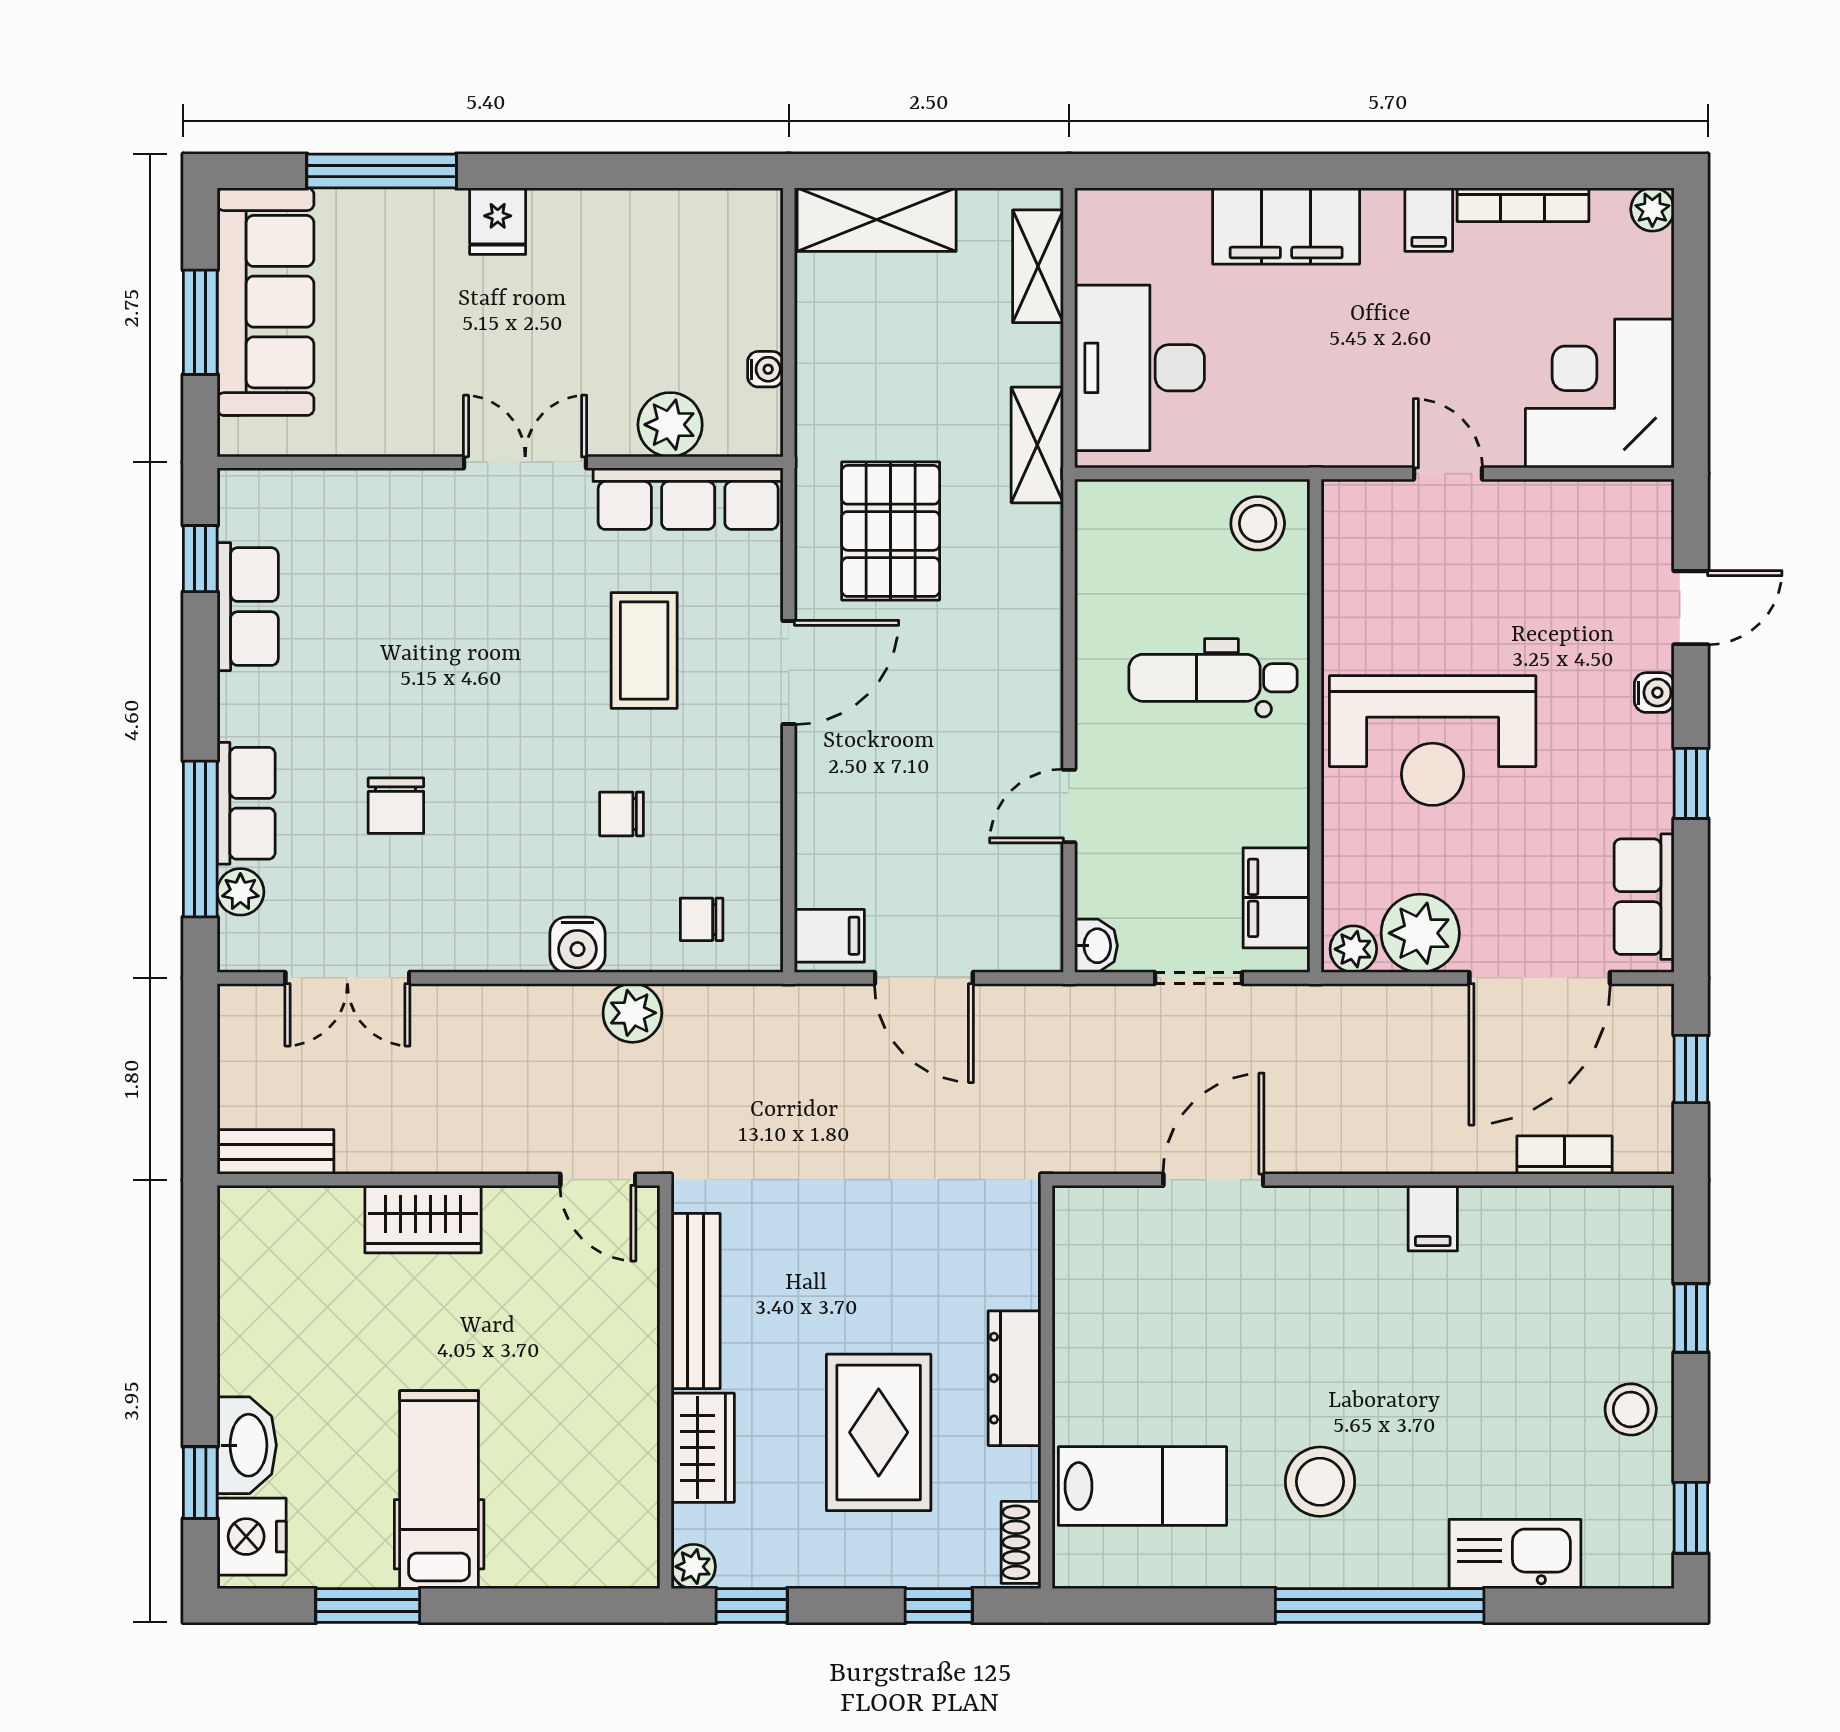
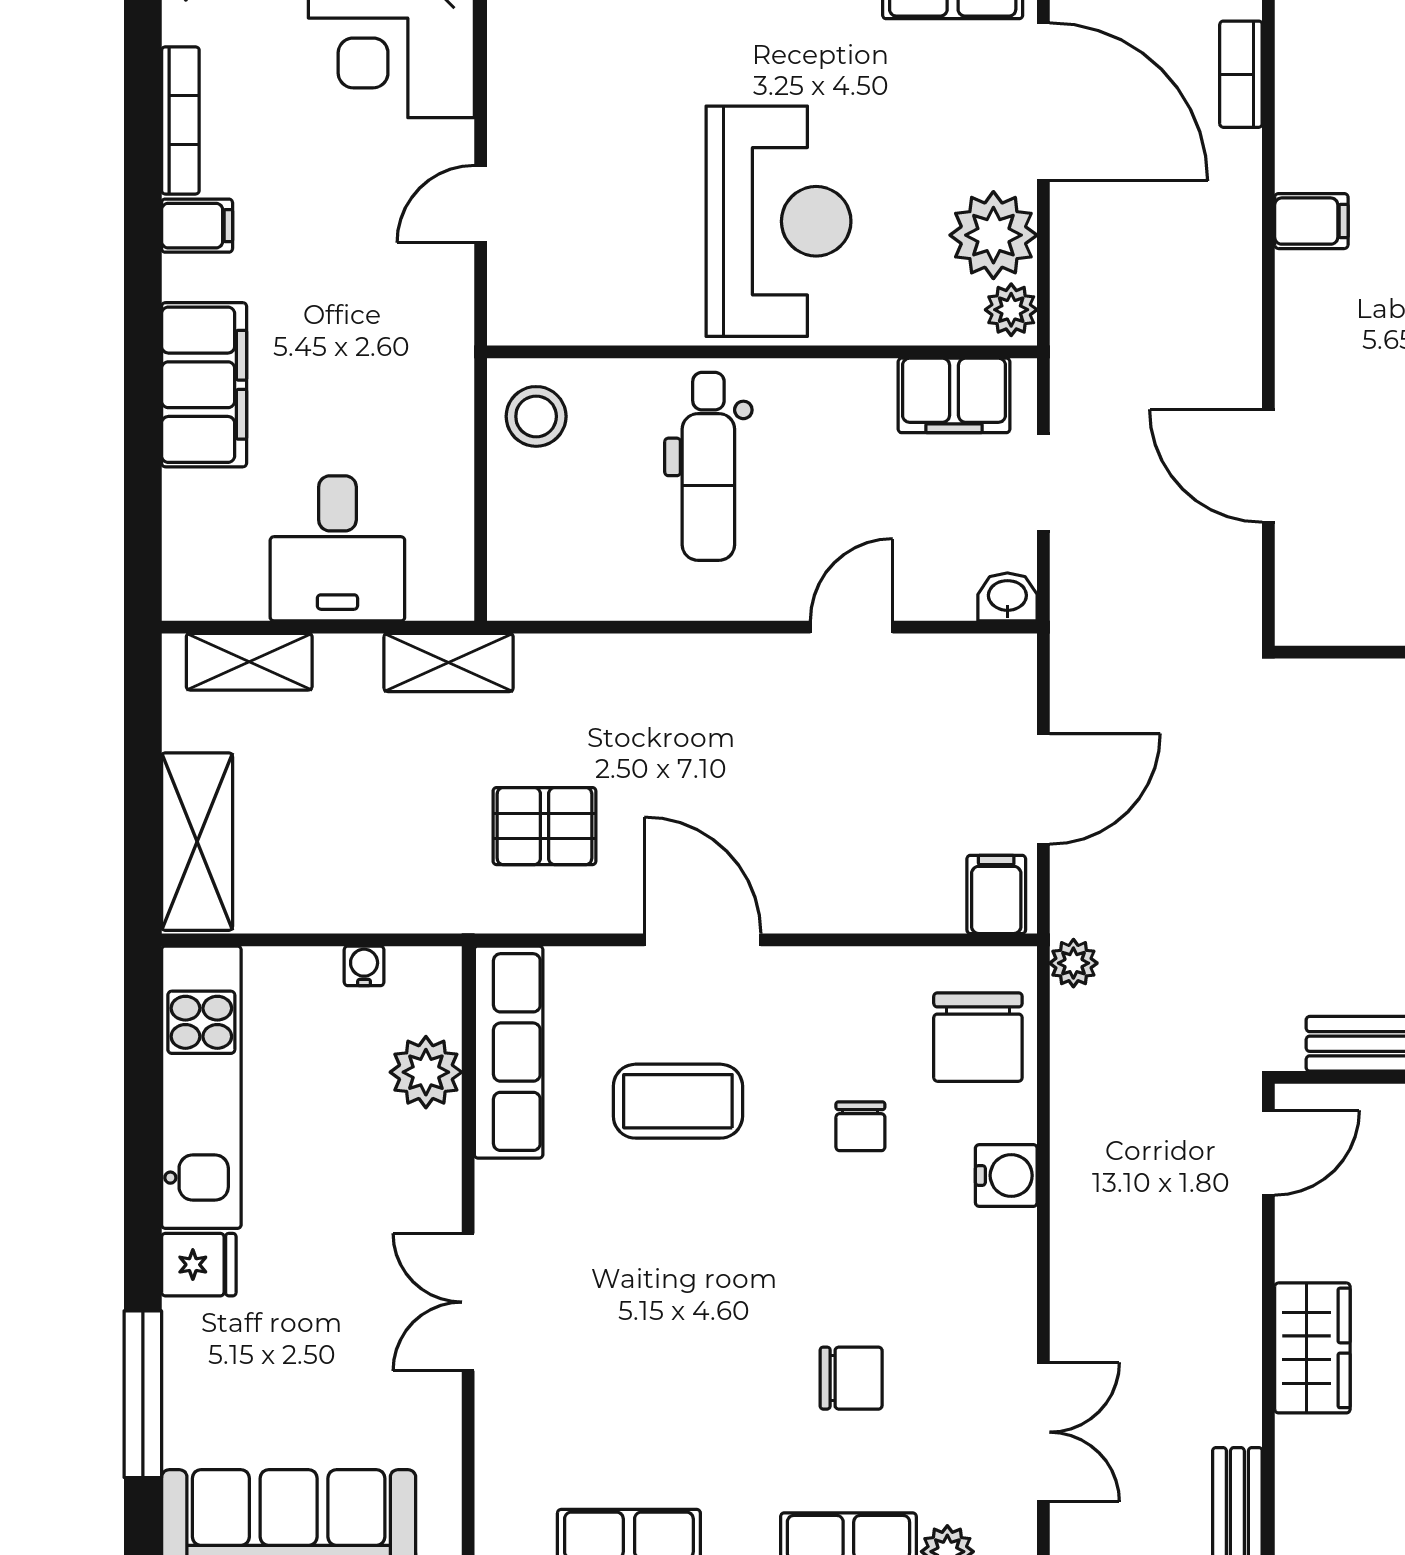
kitchen unit: (657, 223) -> (201, 1087), added
desk: (1139, 368) -> (337, 548), width x0.73
double door: (525, 462) -> (468, 1302), moved
pallet: (891, 531) -> (544, 826), width x0.67, depth x0.71
door: (1069, 806) -> (851, 627), swing flipped
chair: (702, 919) -> (978, 1037), width x1.87, depth x1.87
plant: (632, 1013) -> (1073, 963), moved, width x0.73, depth x0.73

